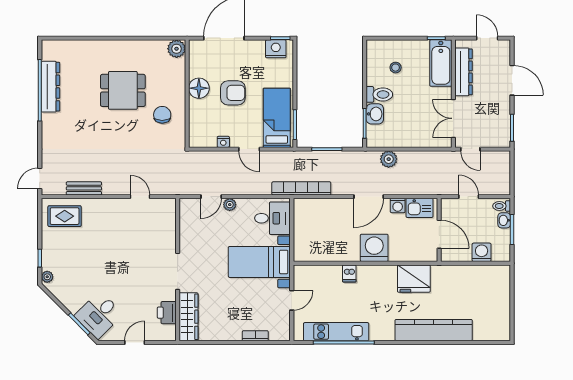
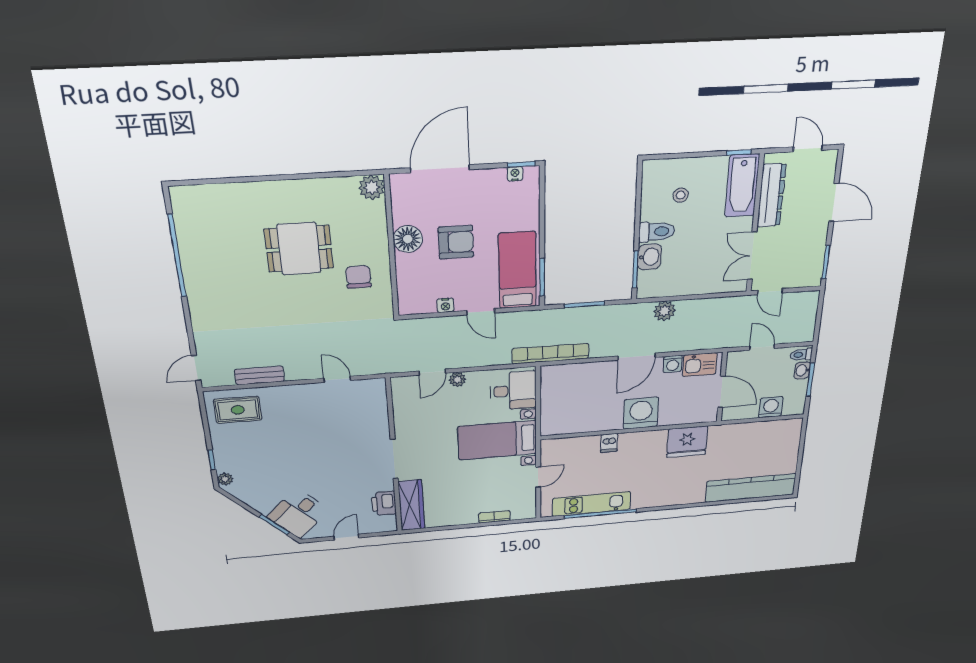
nightstand: (276, 49) -> (515, 174), width x0.53, depth x0.56
dresser: (50, 87) -> (192, 250), removed
kitchen counter: (434, 330) -> (751, 488), moved

